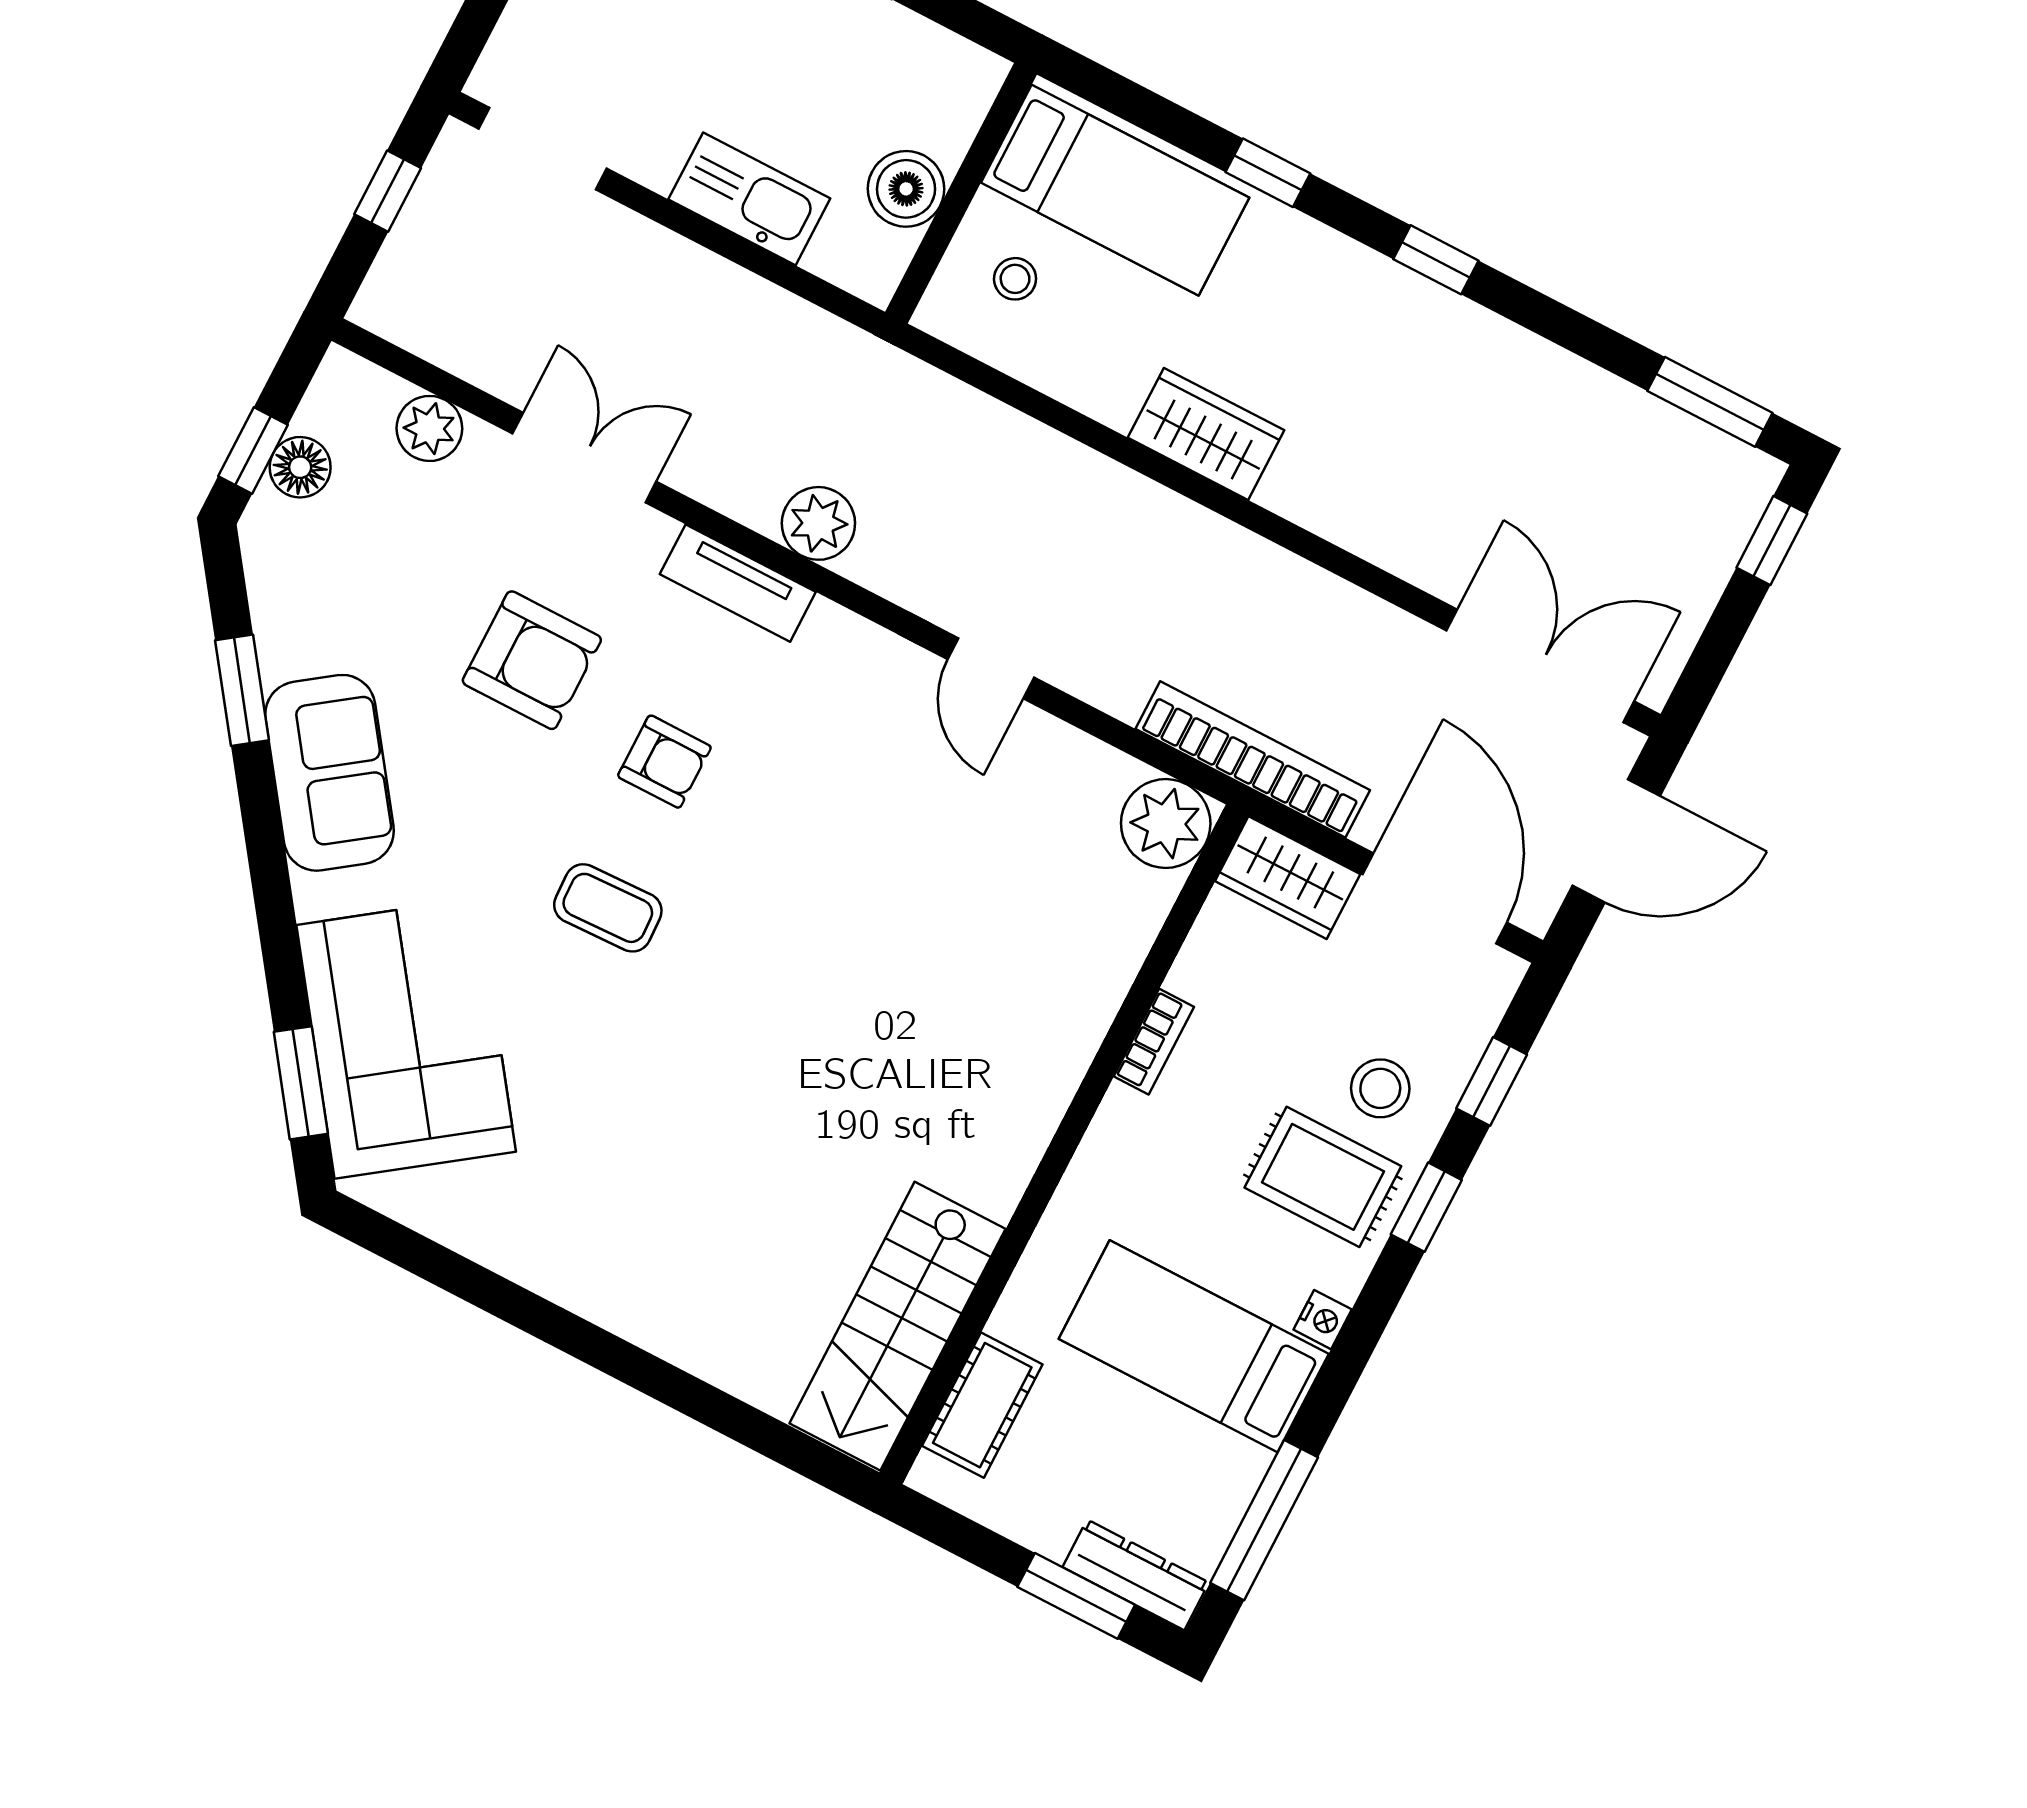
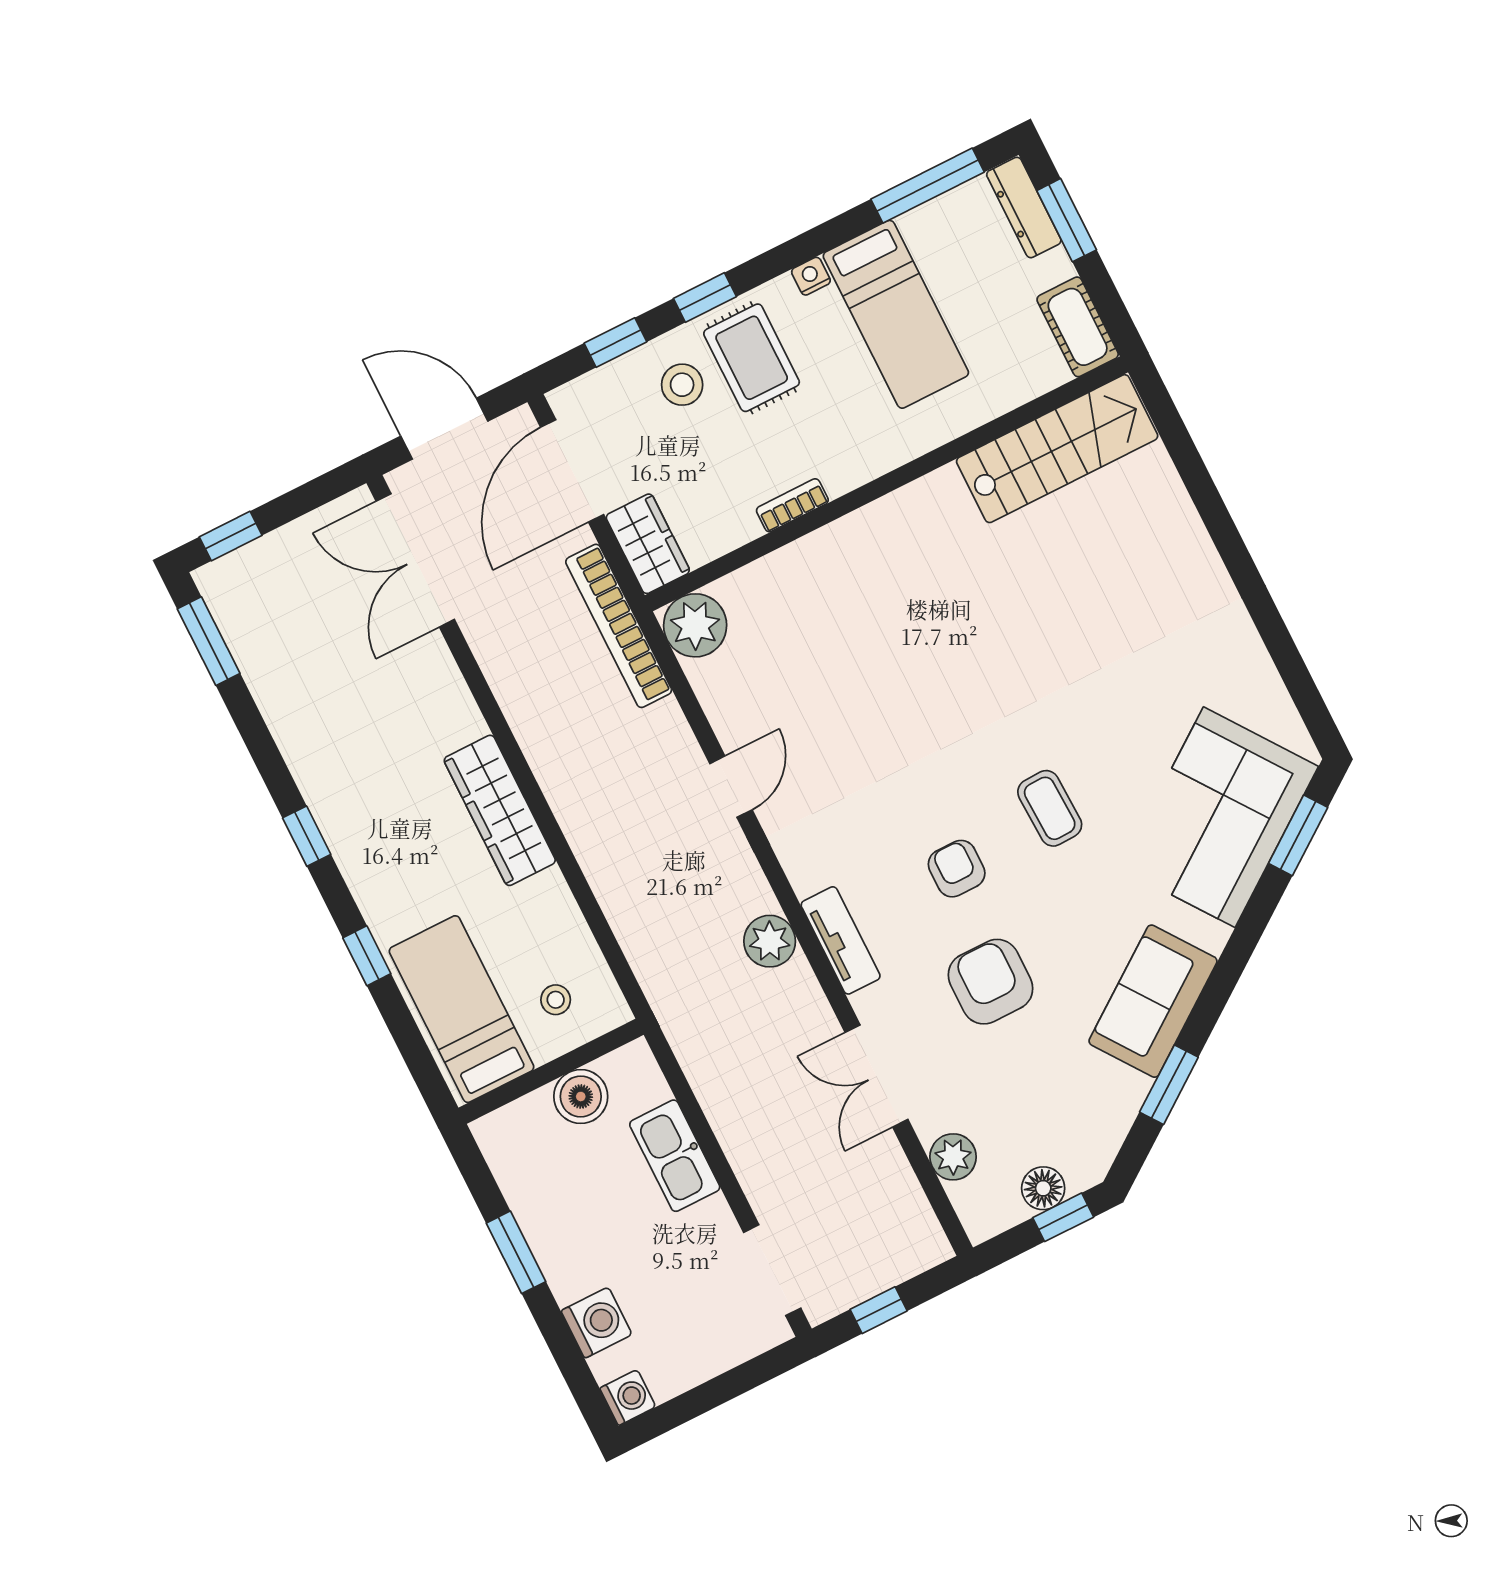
wardrobe: (1206, 434) -> (500, 810), width x1.50
cot: (982, 1405) -> (1078, 327), moved, turned 90

